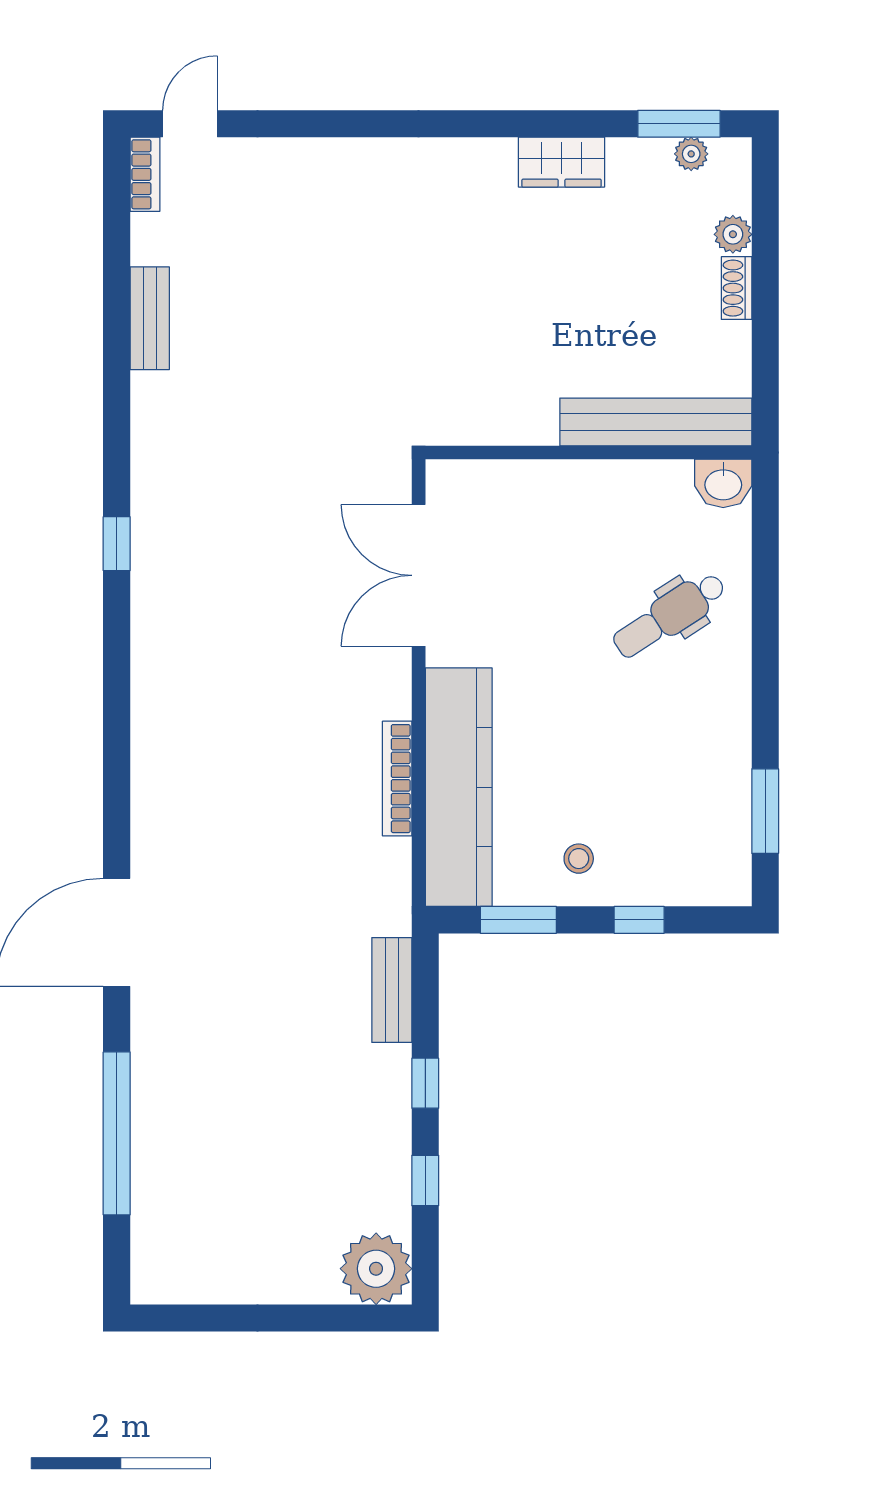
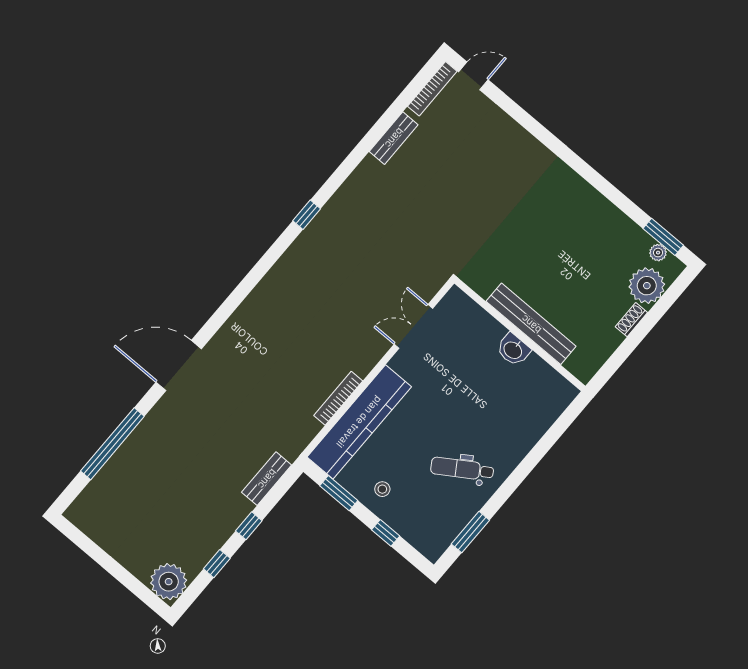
wardrobe: (562, 162) -> (605, 213), removed
bookcase: (145, 174) -> (432, 89), width x1.56
plant: (733, 234) -> (647, 286), width x1.87, depth x1.87
bench: (656, 422) -> (531, 324), moved
washbasin: (723, 483) -> (513, 350), moved
double door: (419, 575) -> (413, 326), width x0.73
dental chair: (669, 615) -> (462, 469), moved

